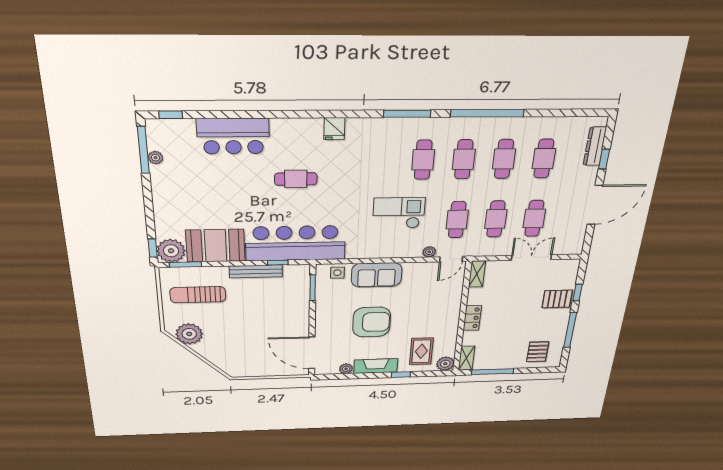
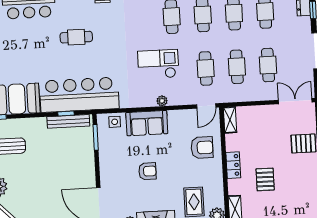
plant: (429, 252) -> (162, 101), moved
double door: (531, 258) -> (295, 101), moved
bench: (256, 271) -> (68, 121), moved
armchair: (439, 301) -> (202, 148), added
armchair: (372, 322) -> (147, 171), width x0.53, depth x0.53
pallet: (538, 352) -> (265, 179), moved

